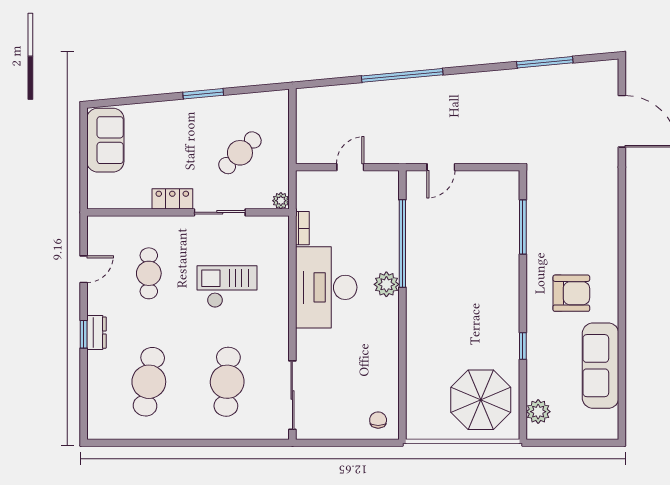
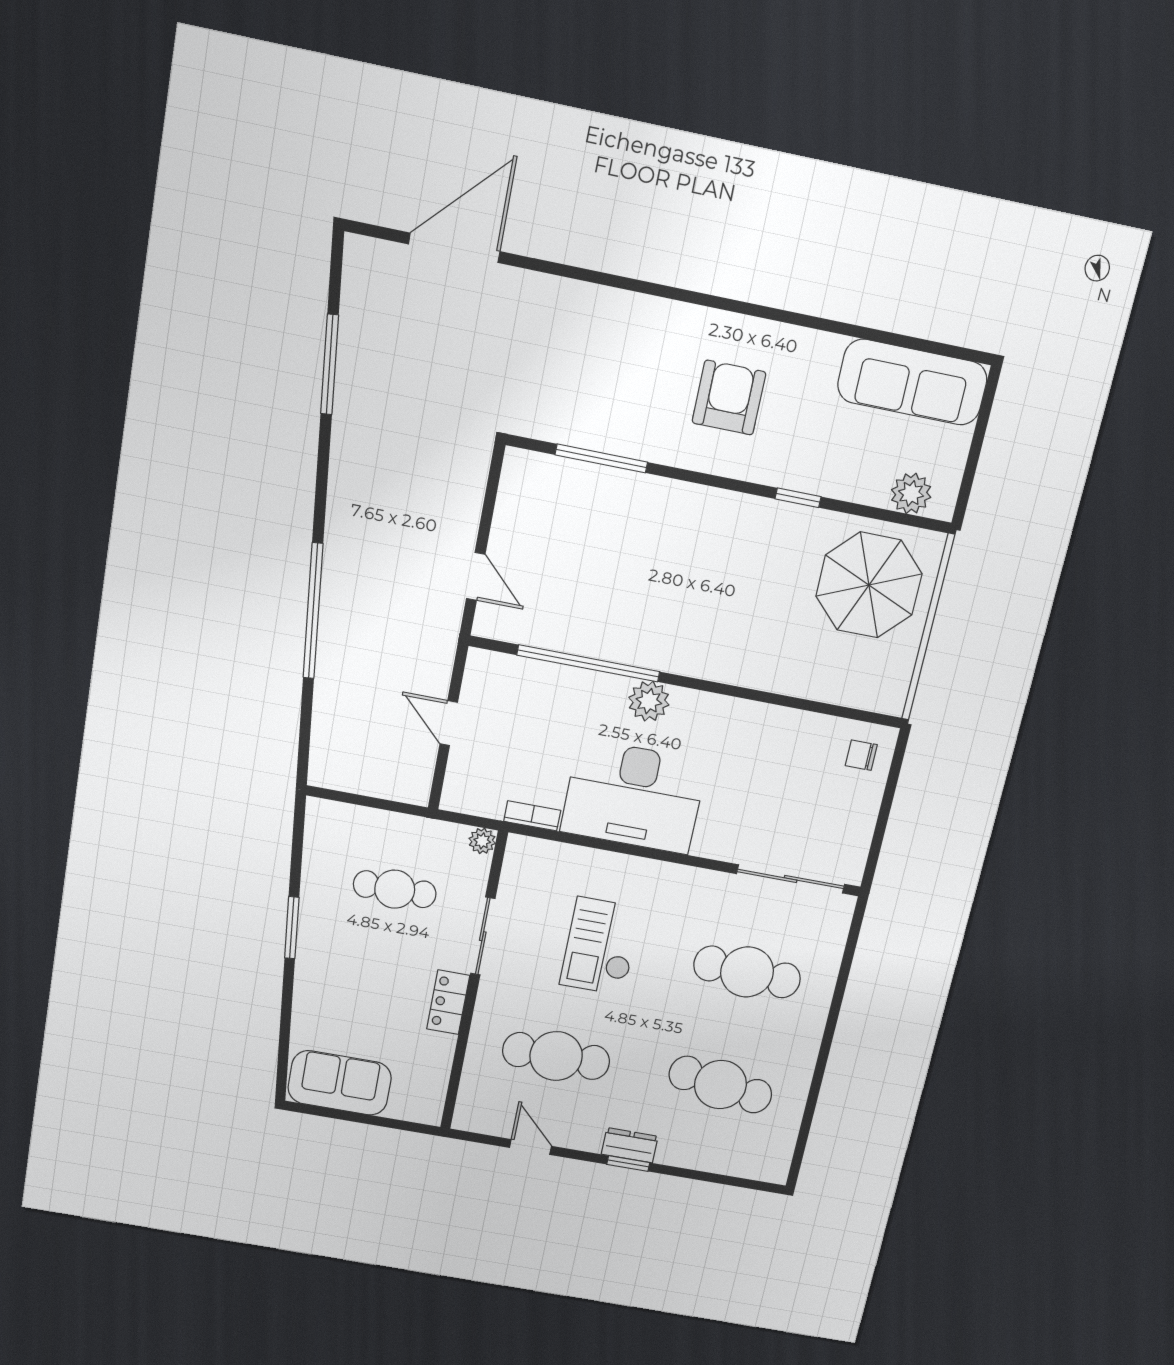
cafe table: (240, 153) -> (395, 889), turned -45
cafe table: (149, 273) -> (556, 1056), width x1.37, depth x1.35
sofa: (601, 366) -> (912, 382), moved

